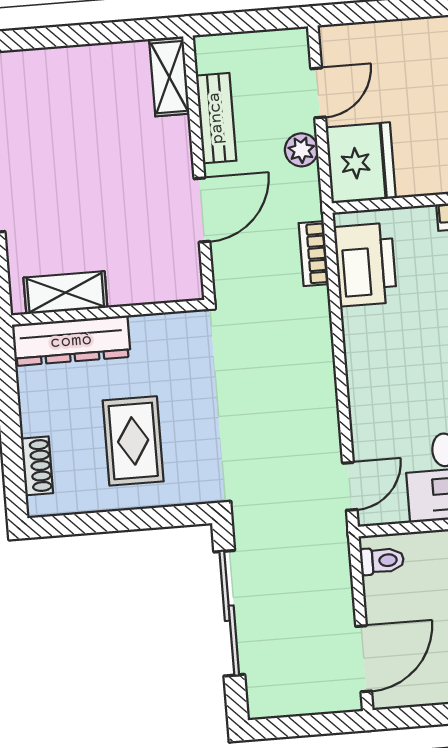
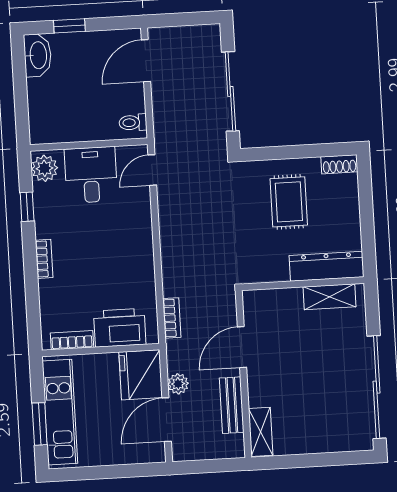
door: (318, 93) -> (167, 420), width x1.38
printer: (365, 265) -> (120, 328), moved, turned 90
shoe rack: (37, 466) -> (339, 164), moved, turned -90

